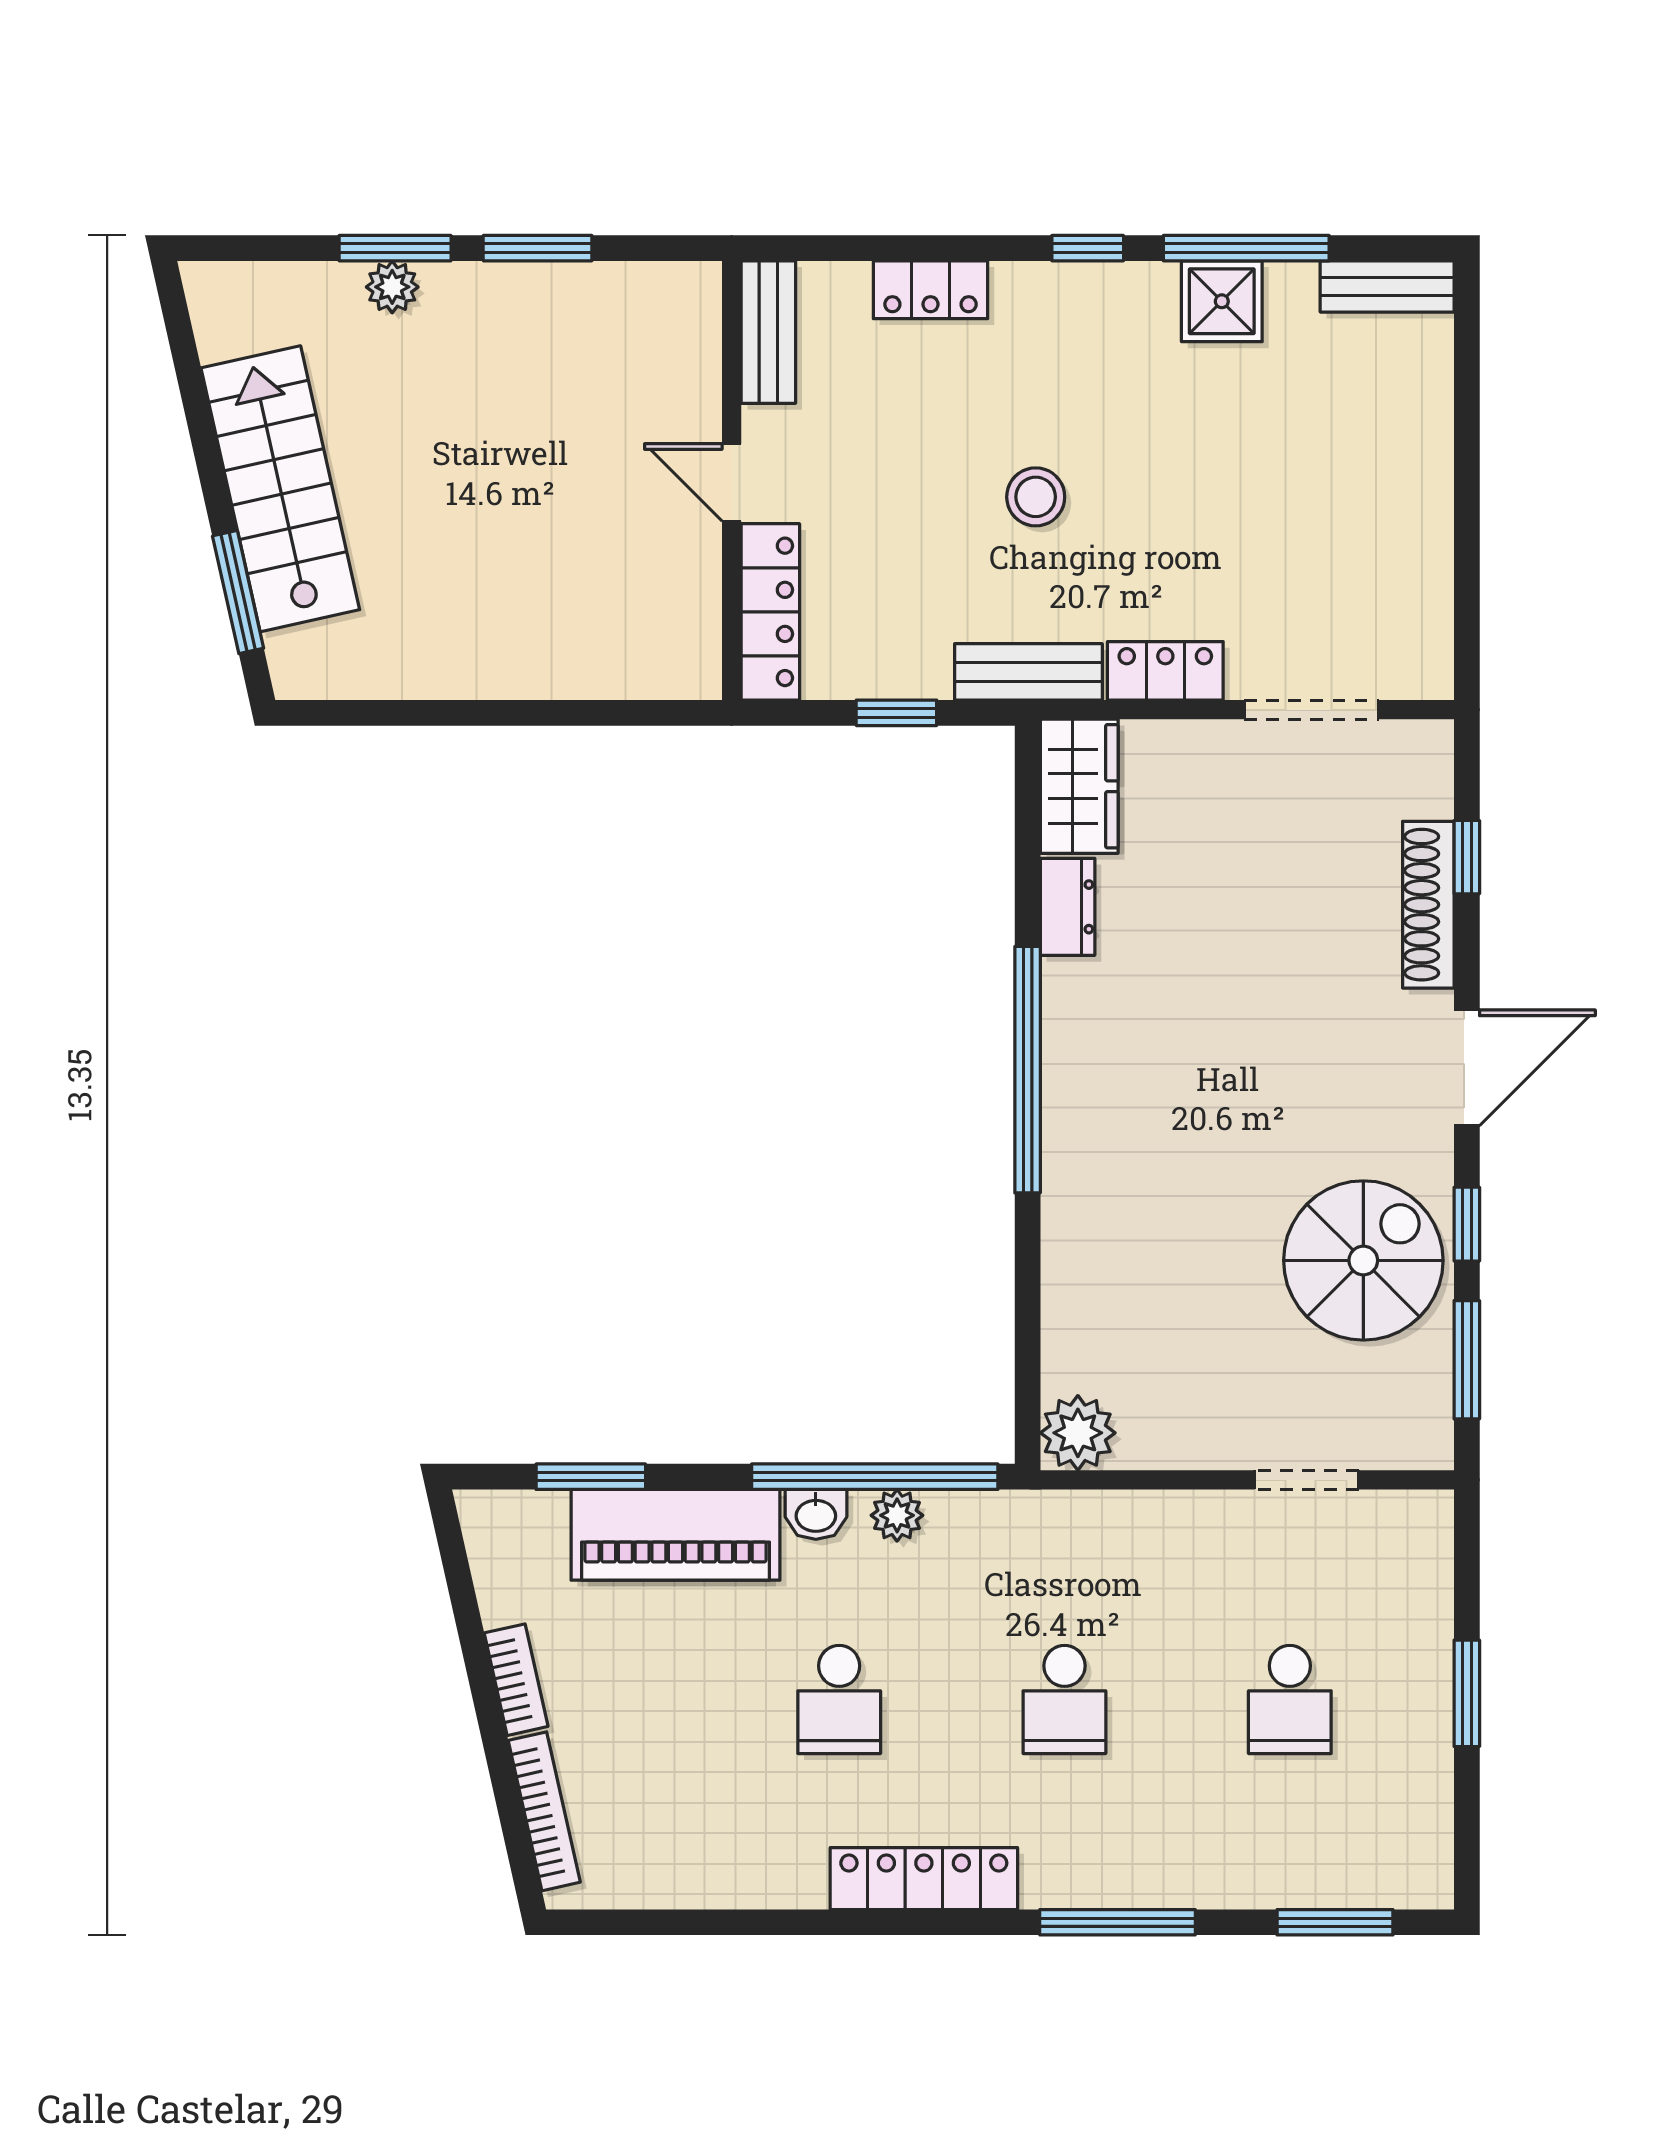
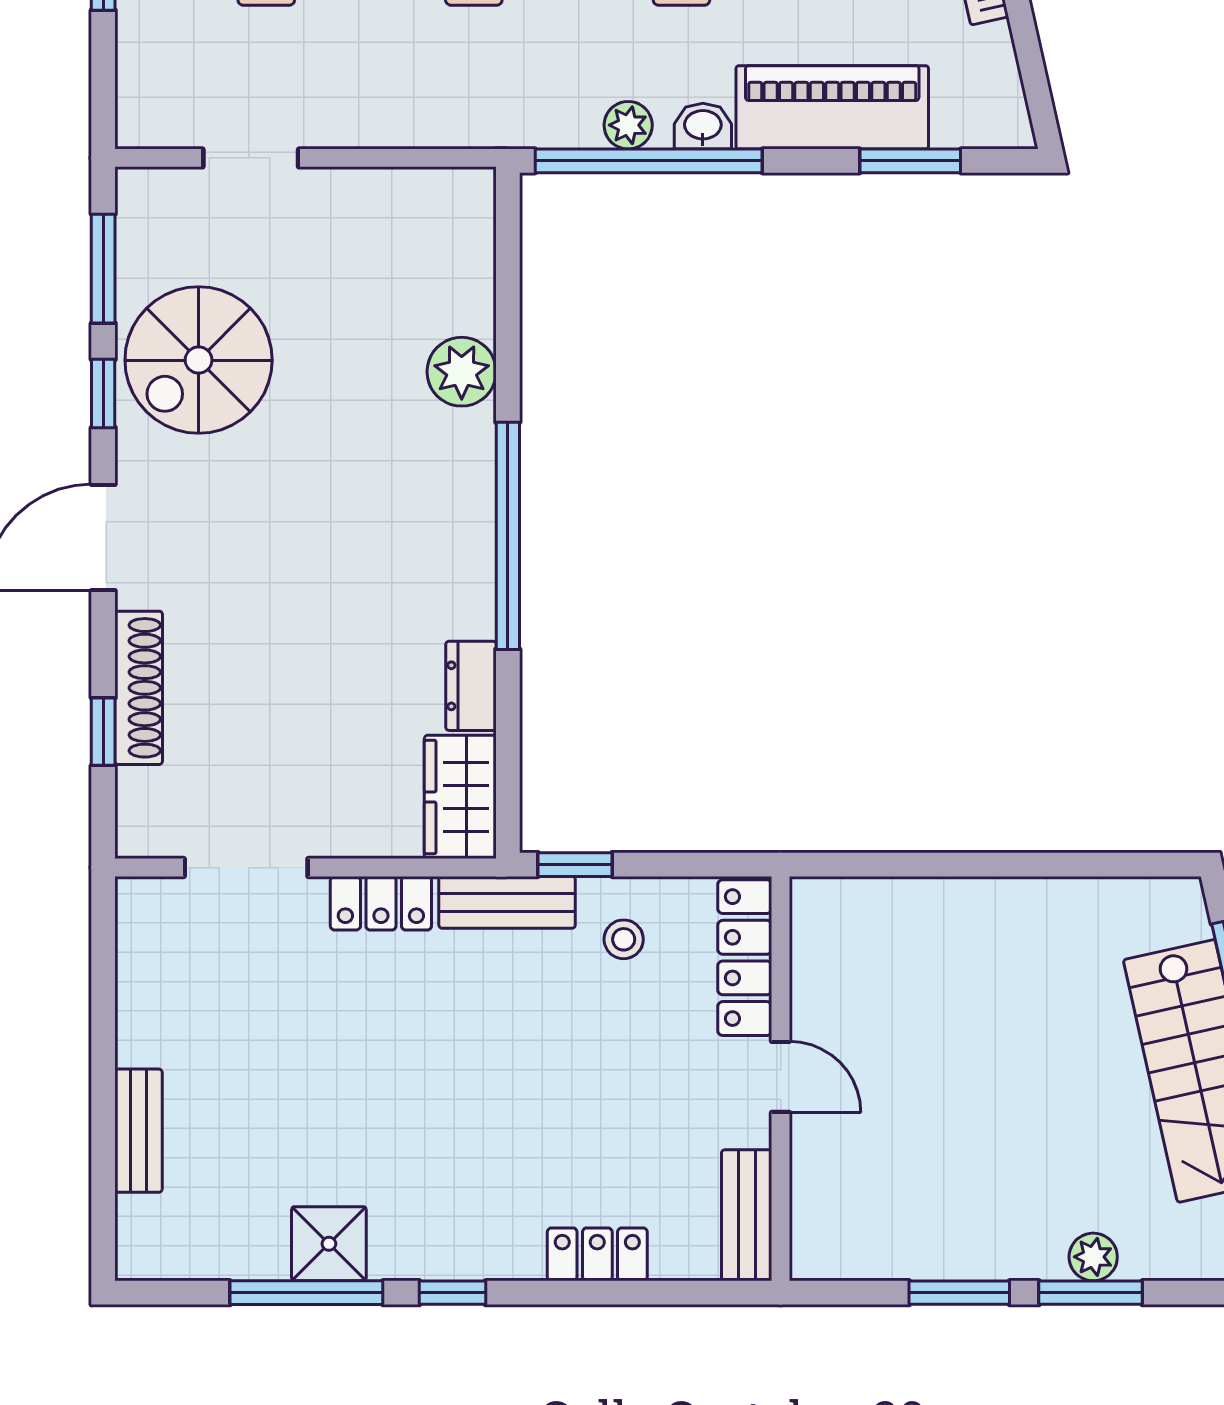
bench: (1387, 286) -> (138, 1131), moved, turned 90
stool: (1036, 497) -> (624, 939), moved, width x0.73, depth x0.73
window: (896, 713) -> (575, 865), moved
plant: (1078, 1433) -> (462, 372), moved

